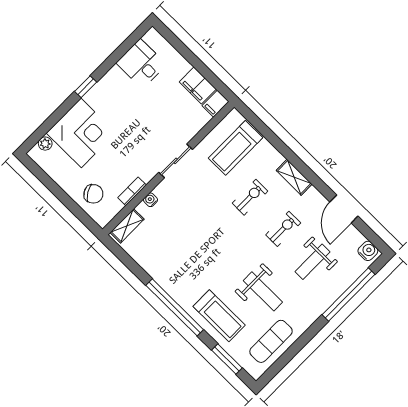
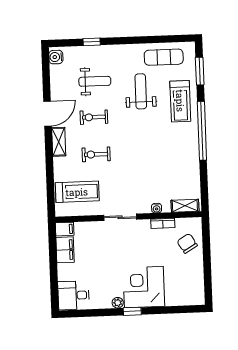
desk: (141, 64) -> (74, 295), moved, turned 90
corner desk: (81, 133) -> (144, 287), moved
plant: (45, 144) -> (118, 303), moved
door: (344, 209) -> (48, 114), moved
window: (349, 294) -> (92, 42), width x0.32
treadmill: (219, 316) -> (180, 101), turned 180

